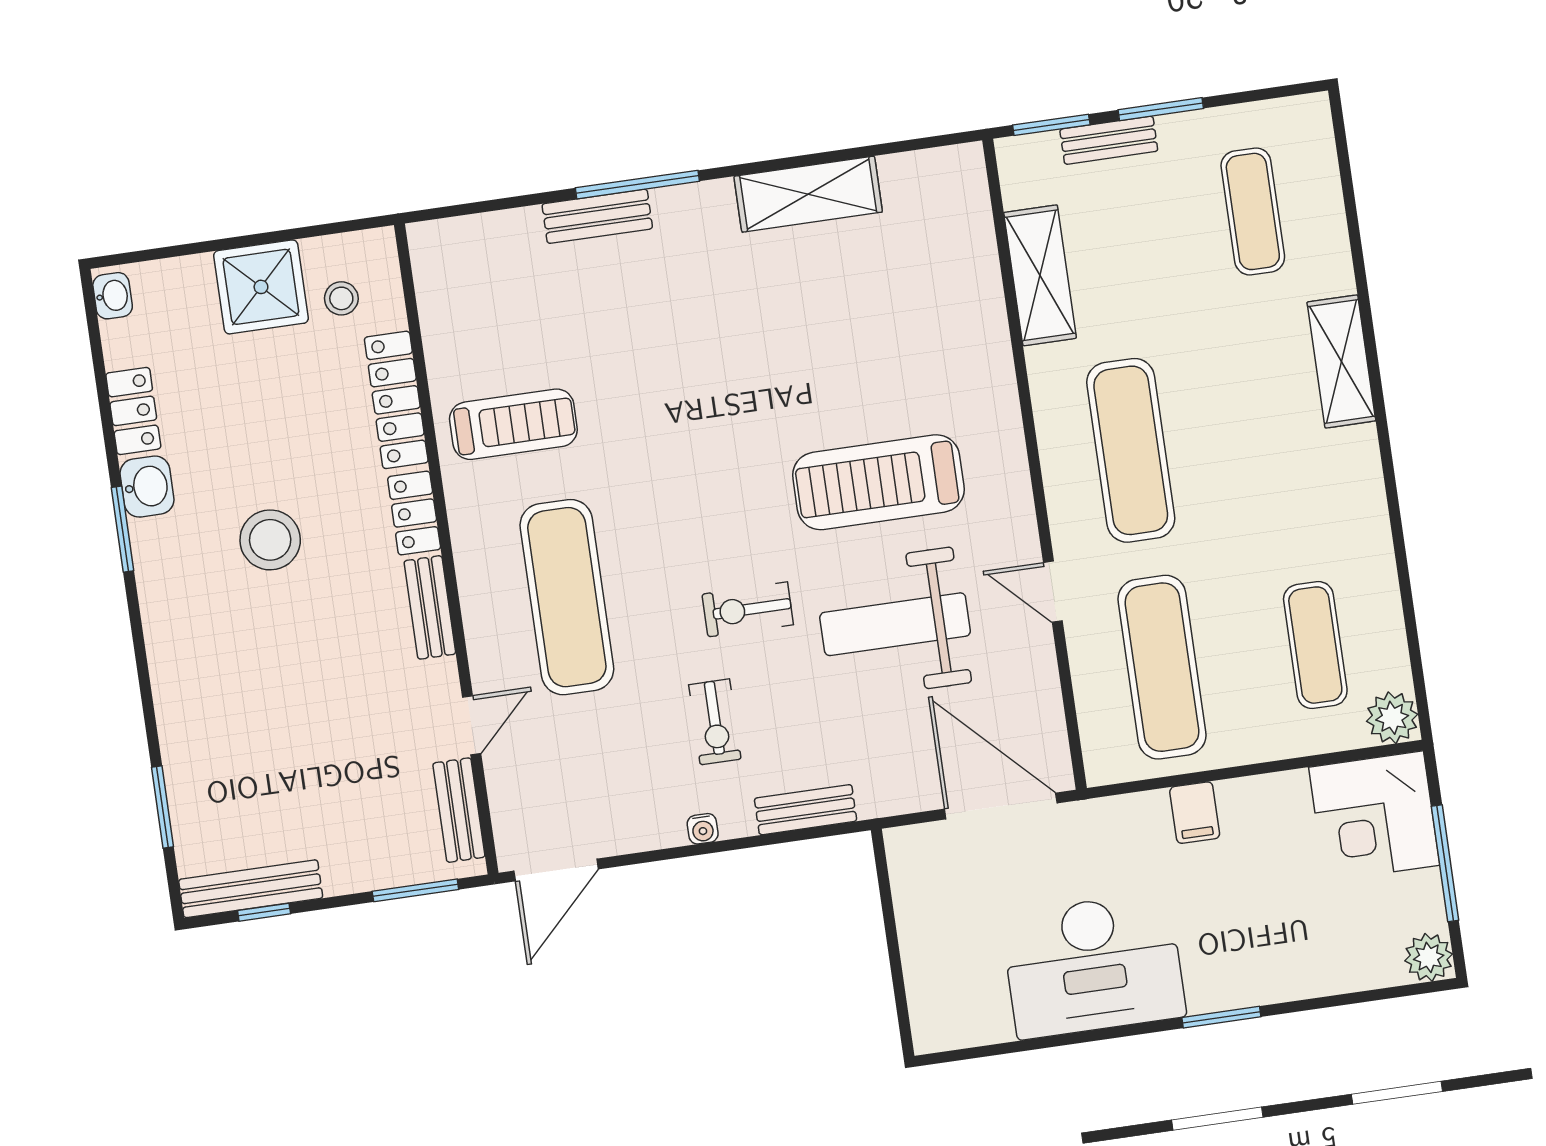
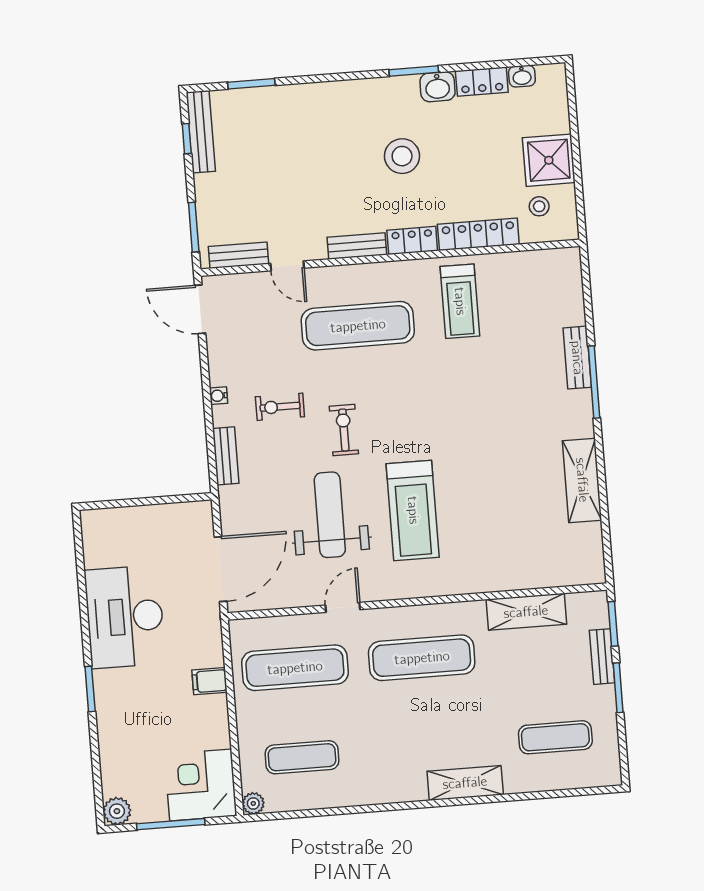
washbasin: (113, 296) -> (522, 76), moved
treadmill: (878, 482) -> (413, 510), turned 180
plant: (1392, 718) -> (253, 803), width x0.73, depth x0.73

